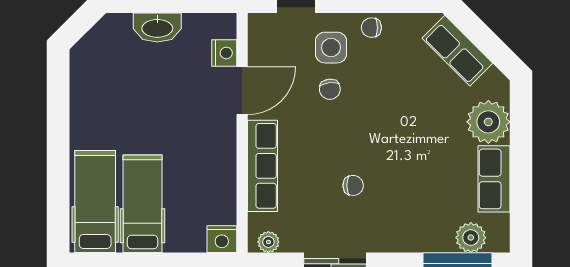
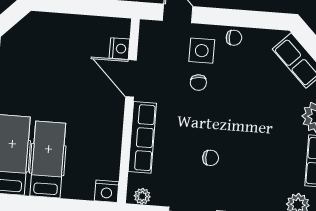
washbasin: (157, 27) -> (70, 25), removed
chair: (371, 28) -> (234, 38), turned 180
door: (242, 91) -> (131, 78), swing flipped

